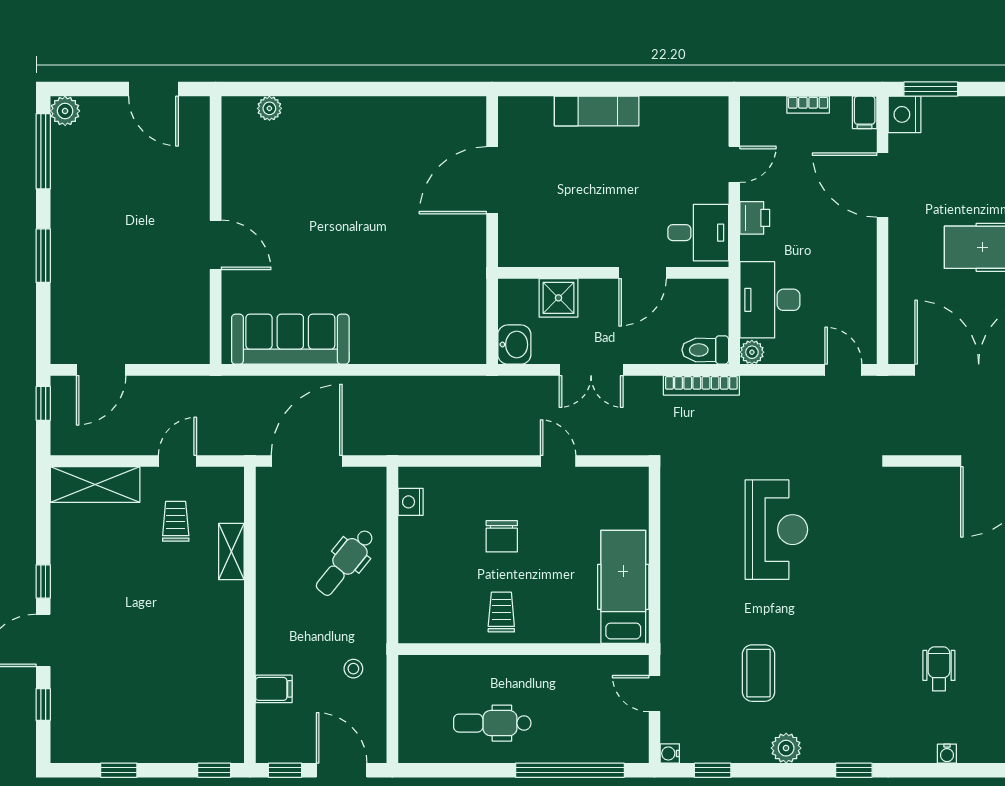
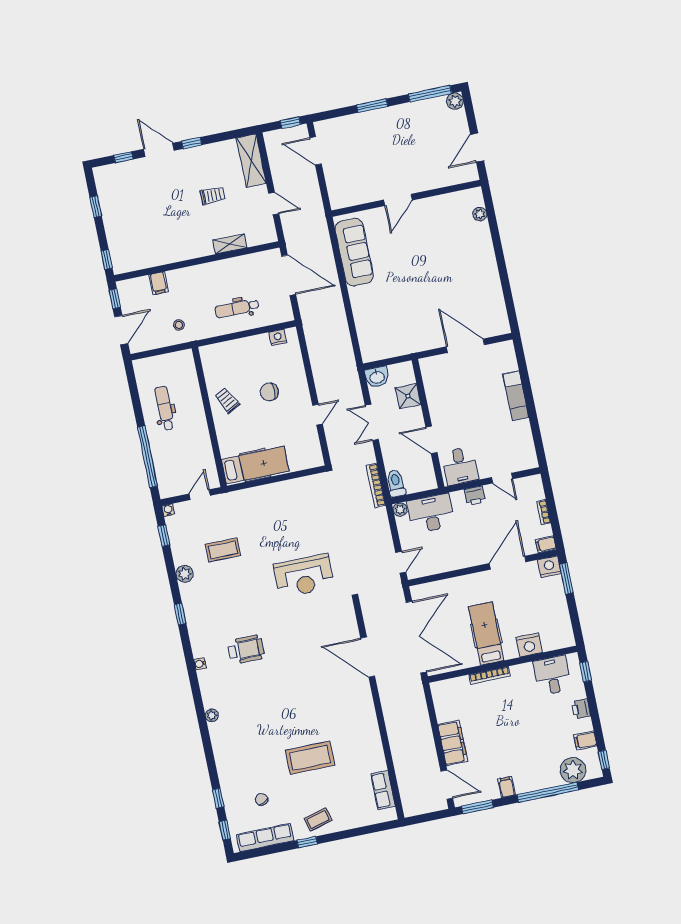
trolley: (176, 521) -> (213, 196), moved
reception desk: (776, 530) -> (304, 576), moved
dental chair: (345, 562) -> (237, 308), turned -39
trolley: (501, 612) -> (227, 400), turned -118
wheelchair: (939, 669) -> (246, 649), width x1.36, depth x1.37

